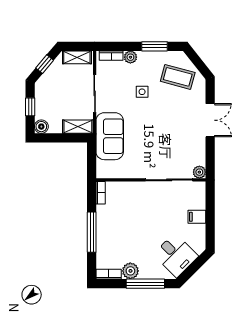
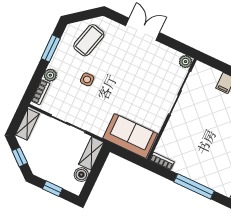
boiler: (41, 127) -> (81, 175), moved
sofa: (110, 136) -> (130, 136), moved

